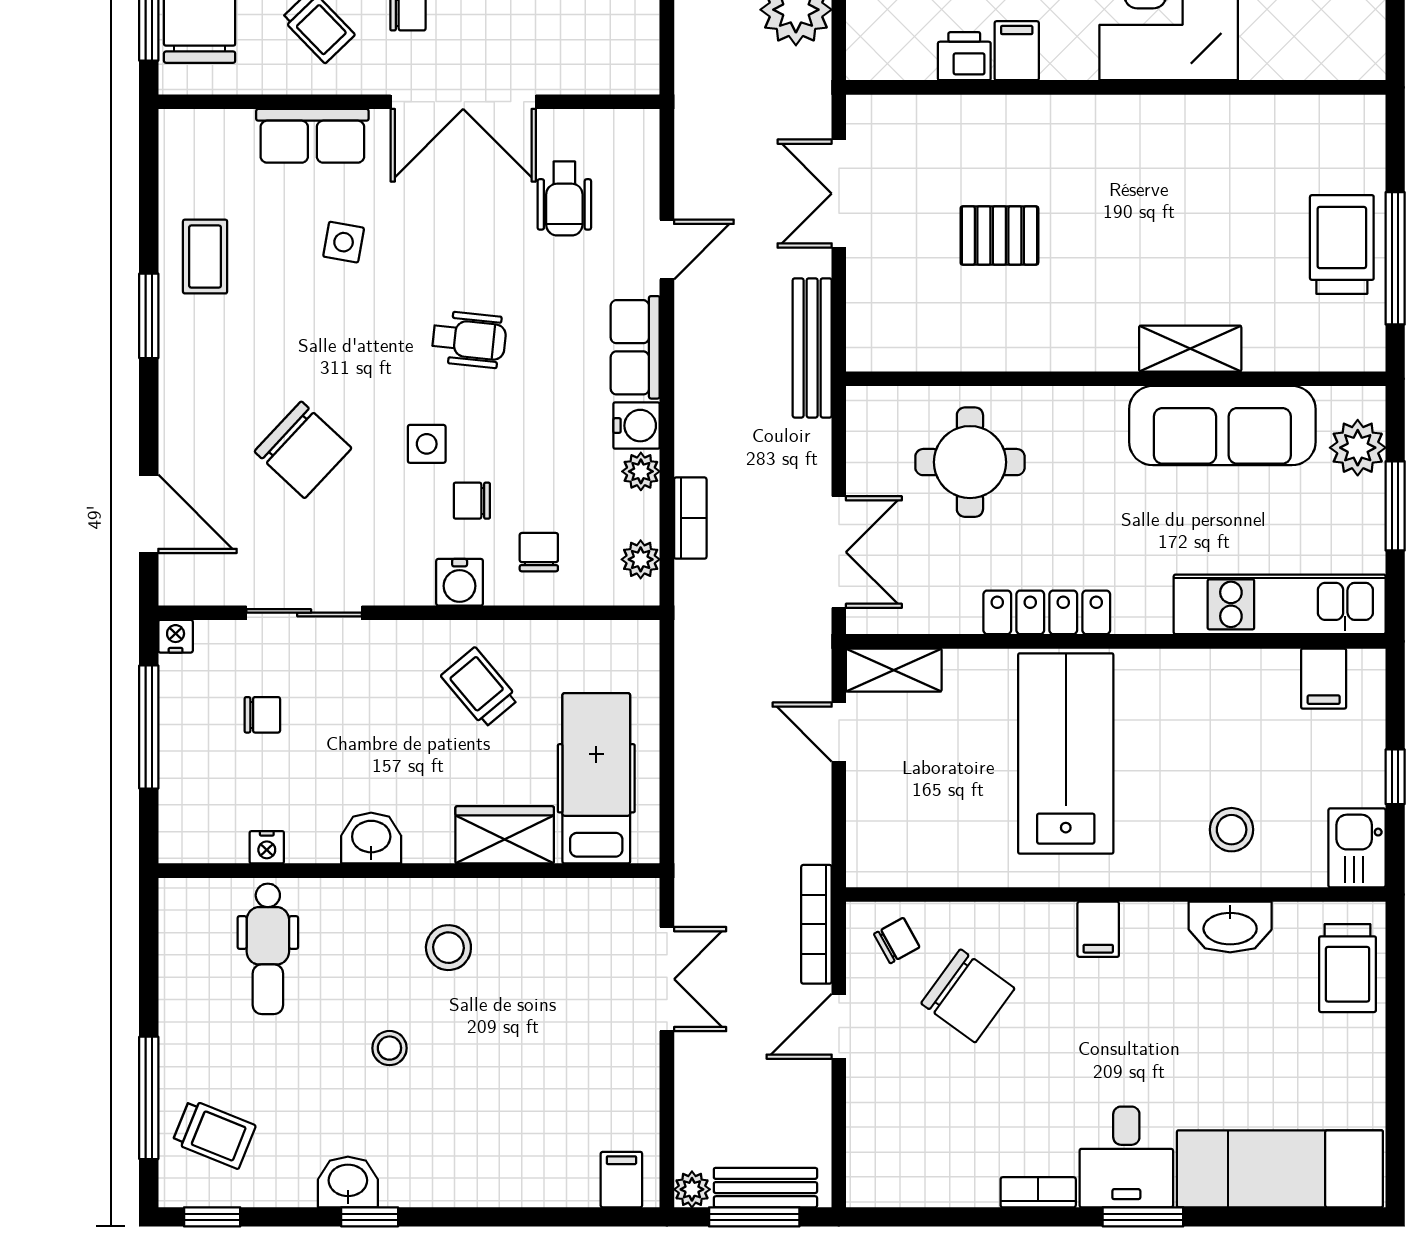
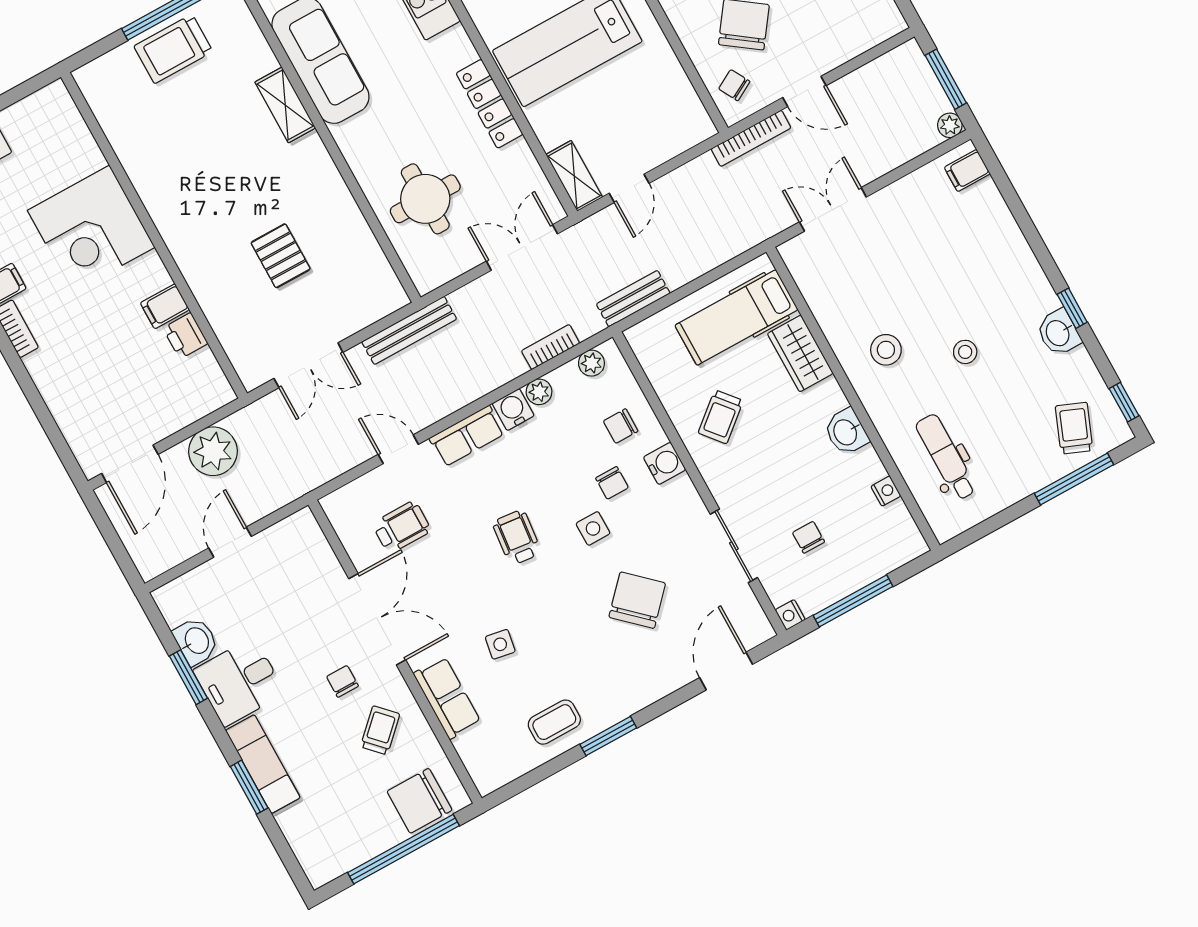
dental chair: (268, 949) -> (946, 457), turned -90
bench: (765, 1188) -> (633, 299), moved, turned 90

